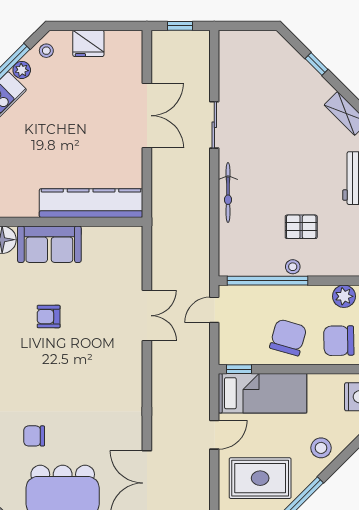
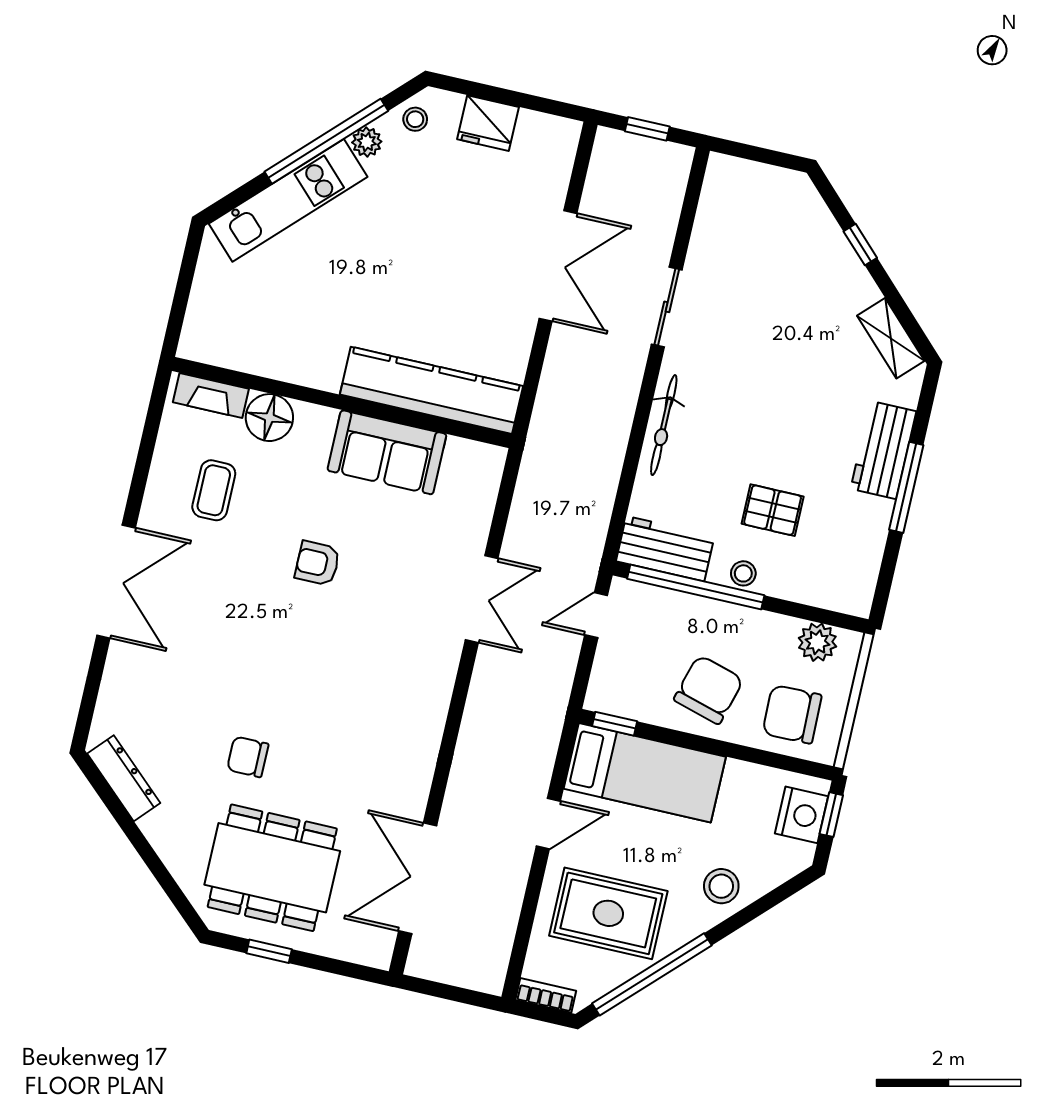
sofa: (49, 244) -> (387, 452), moved
workbench: (245, 263) -> (665, 549), added

